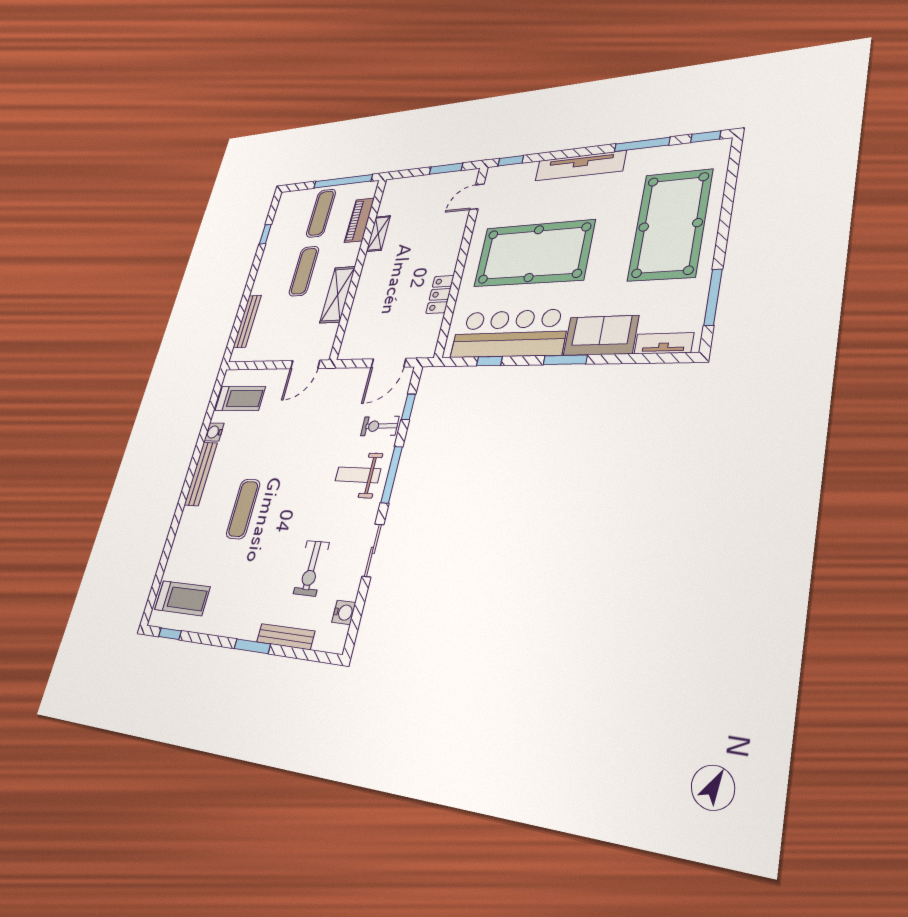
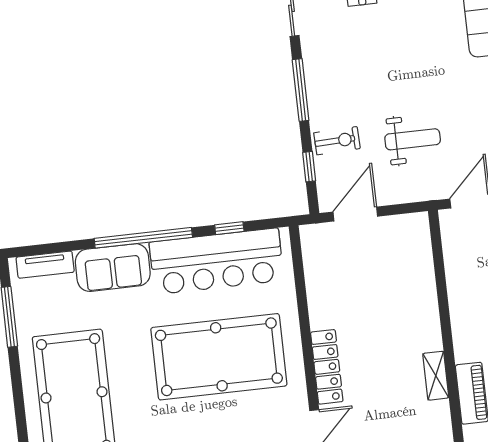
locker: (440, 294) -> (327, 367), moved, width x1.53
shelving: (338, 295) -> (462, 293), removed
window: (565, 360) -> (143, 238), width x2.11
weight bench: (358, 475) -> (413, 139), moved

